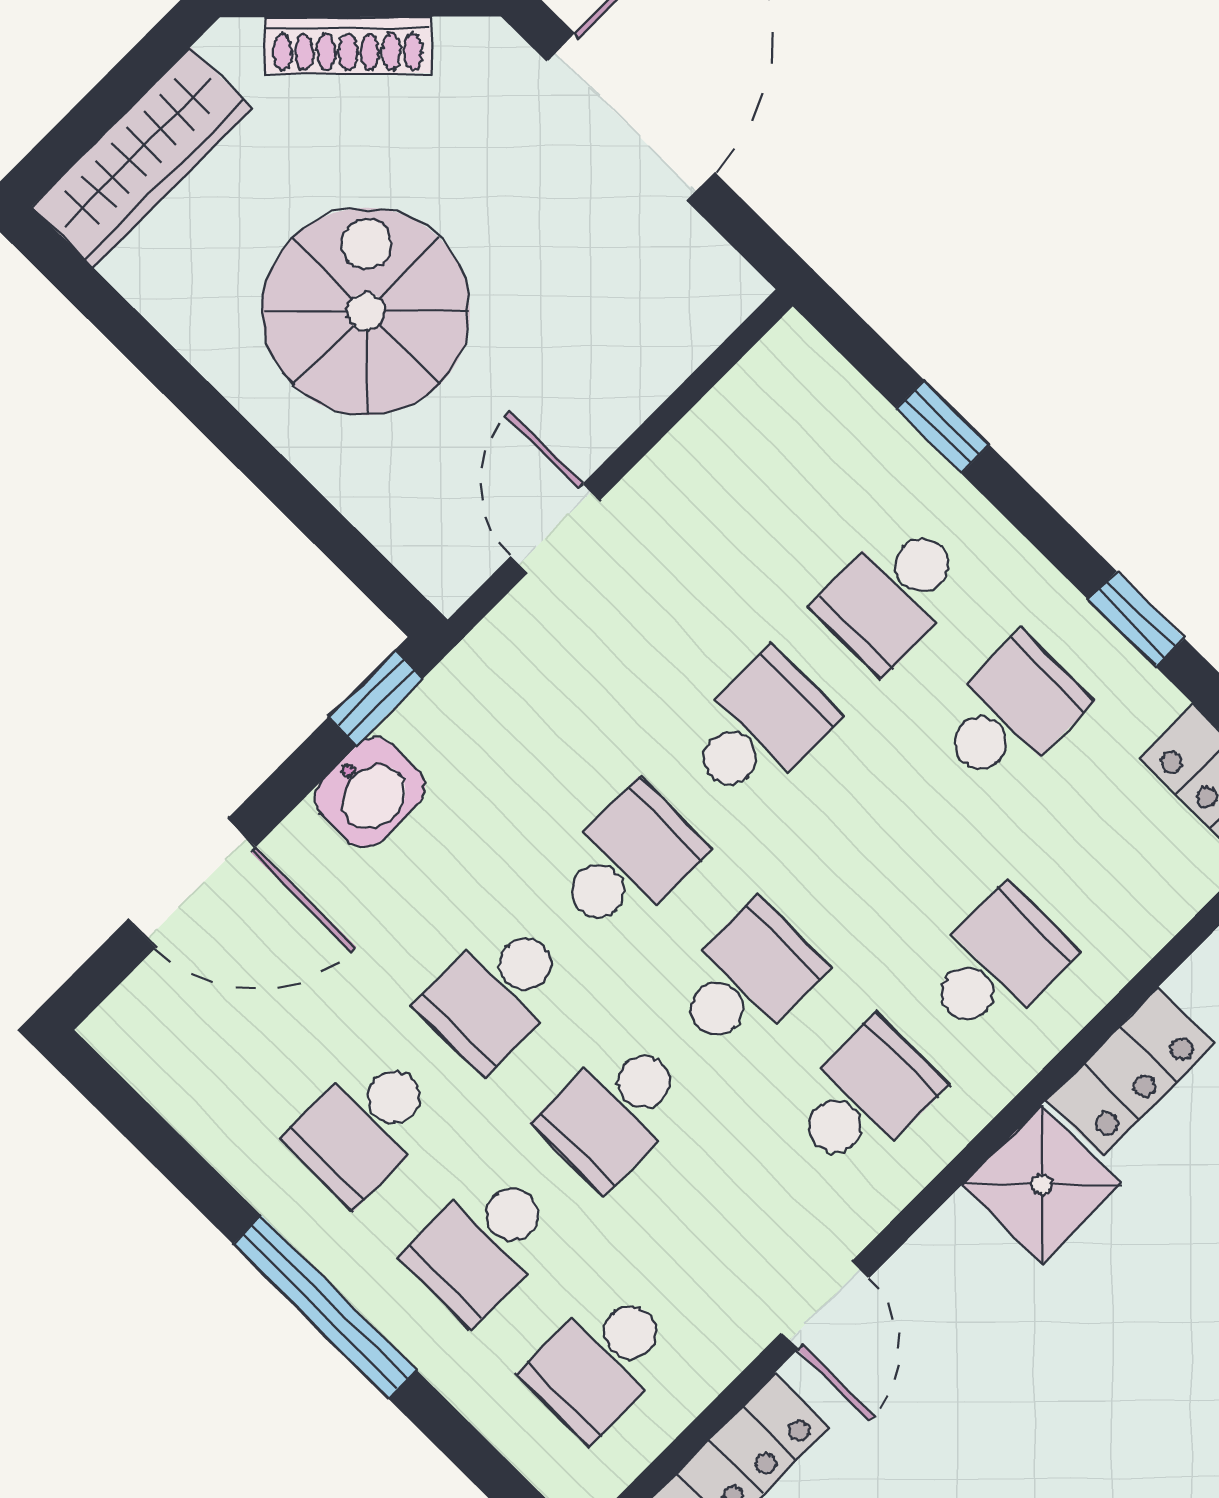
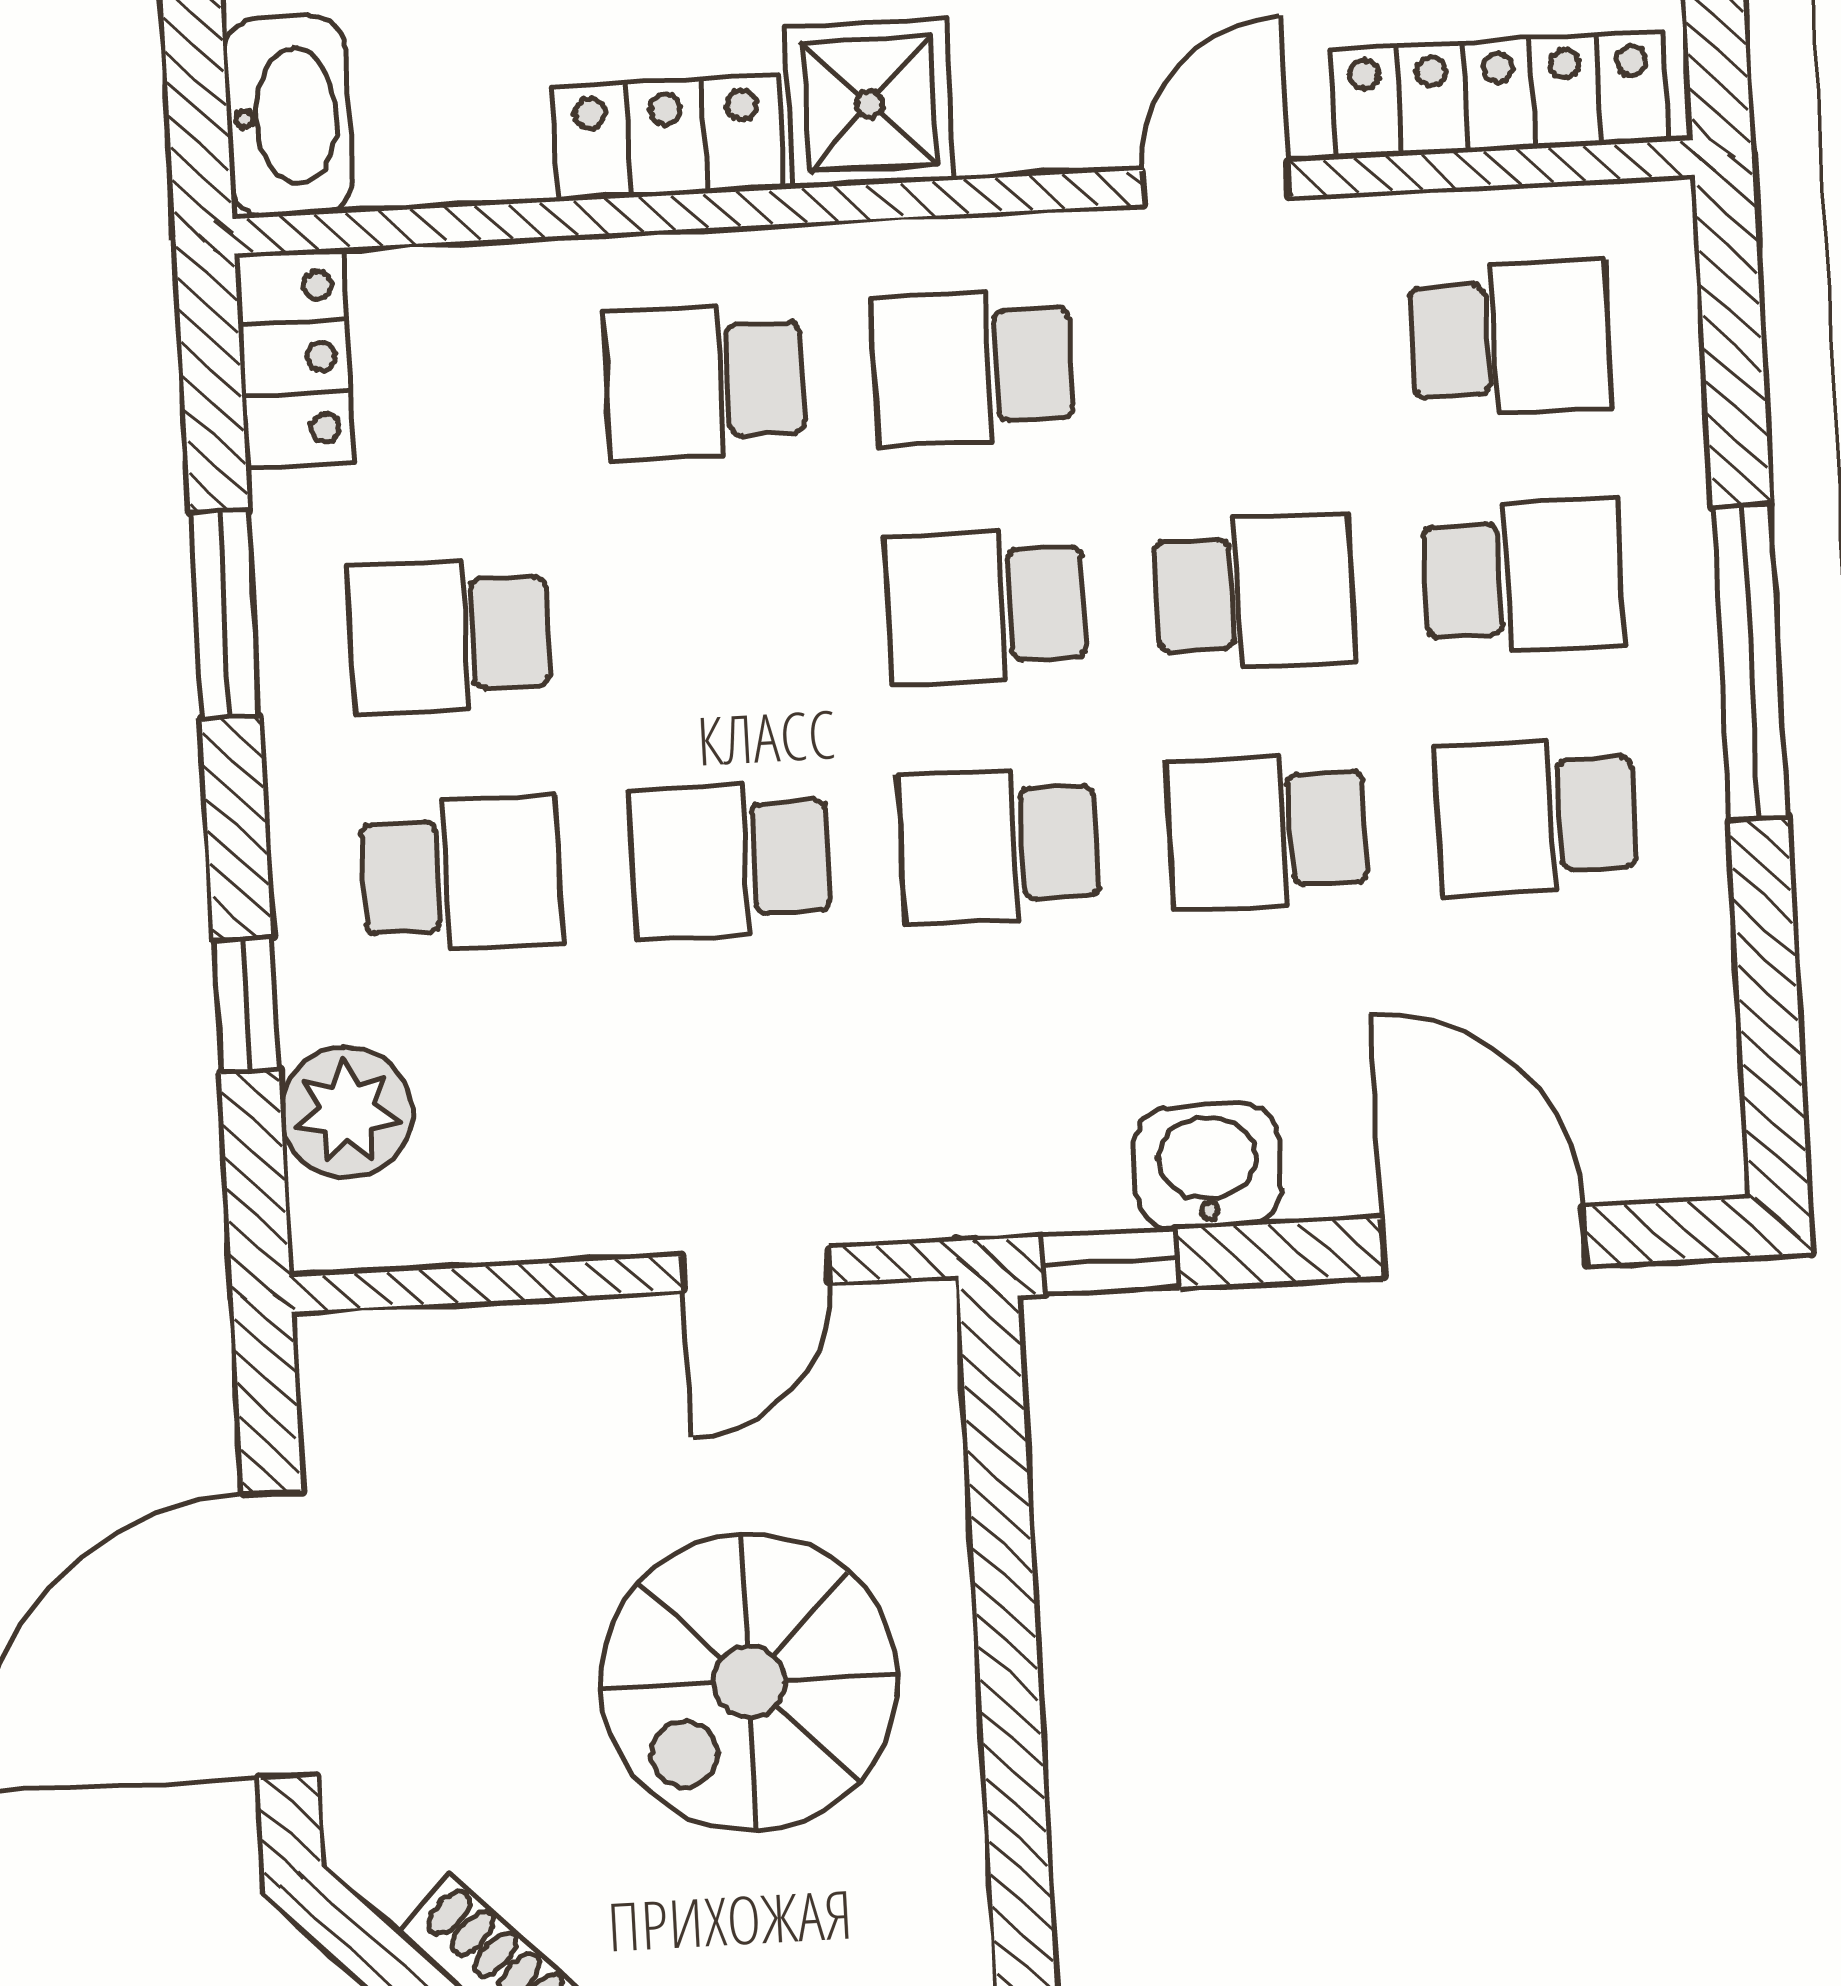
plant: (840, 418) -> (346, 1112), added
window: (1136, 619) -> (225, 614), width x1.50
school desk: (496, 994) -> (1267, 831), turned 180
school desk: (364, 1127) -> (1536, 816), turned 180

